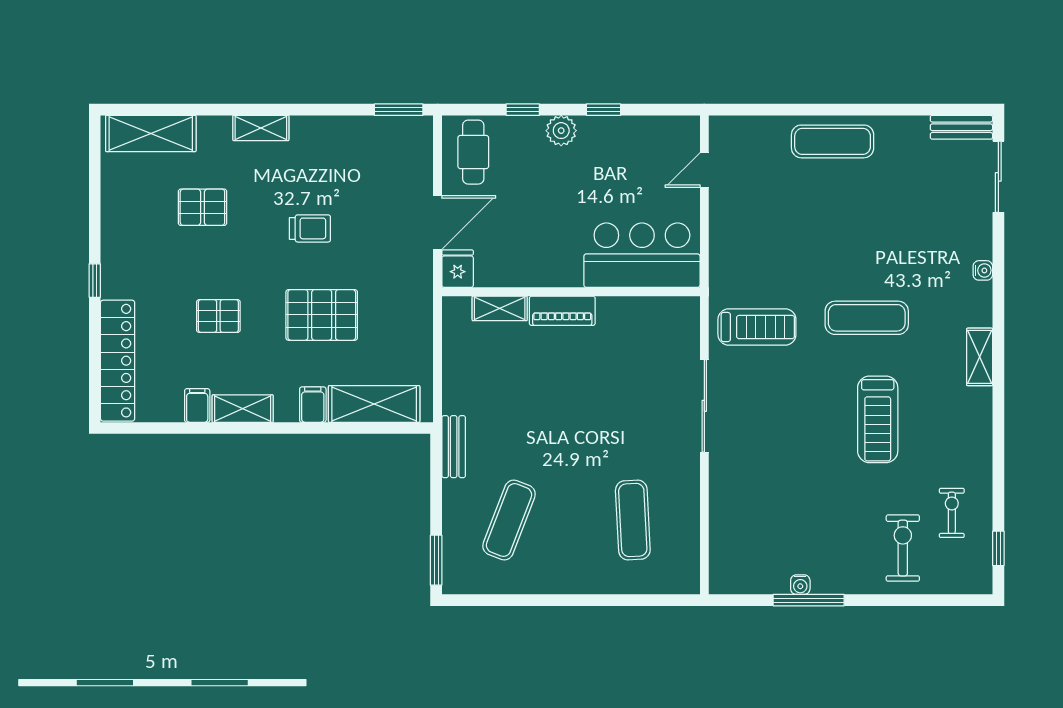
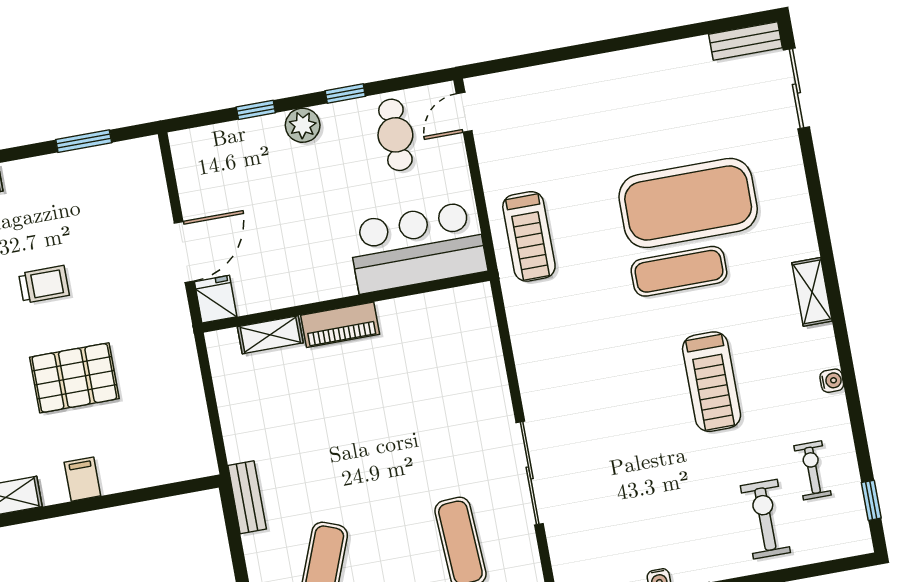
window: (399, 110) -> (84, 141), moved
exercise mat: (833, 141) -> (688, 203), moved, width x2.00, depth x1.45
cafe table: (473, 152) -> (395, 135), moved
door: (704, 170) -> (464, 112), moved
water cooler: (983, 270) -> (832, 381), moved
treadmill: (757, 327) -> (529, 236), moved, turned 90
shelving: (374, 404) -> (150, 466), removed
sliding door: (704, 406) -> (530, 473), moved

